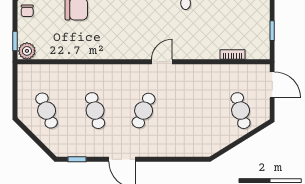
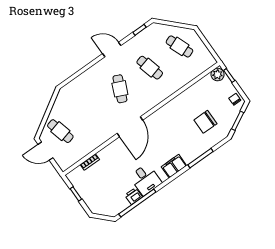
door: (162, 62) -> (130, 127), width x1.87
door: (272, 85) -> (45, 151), moved

